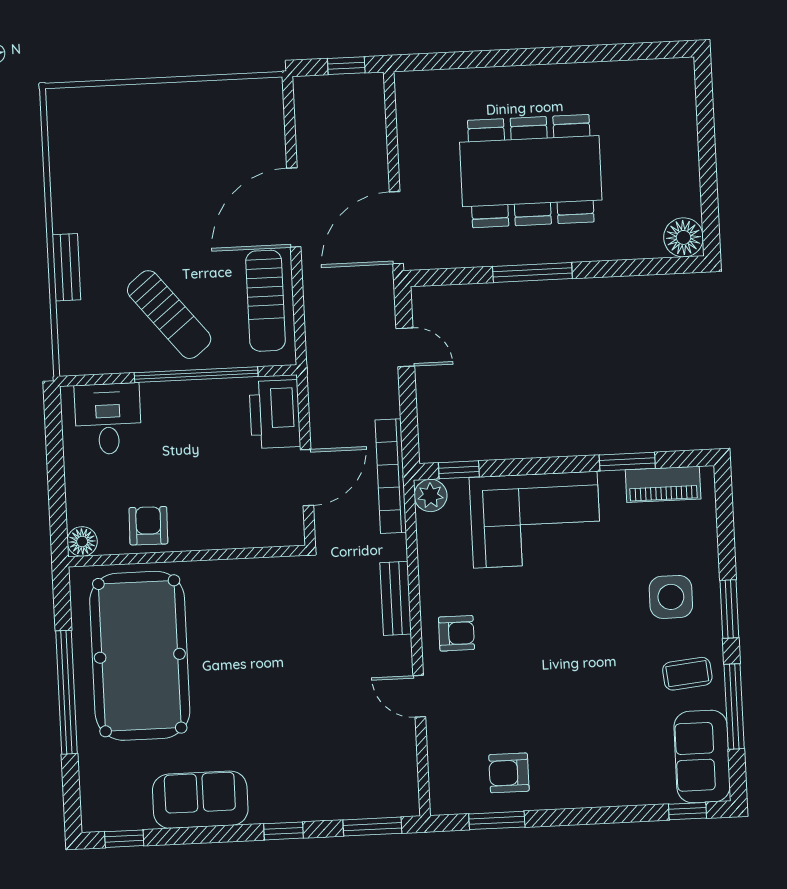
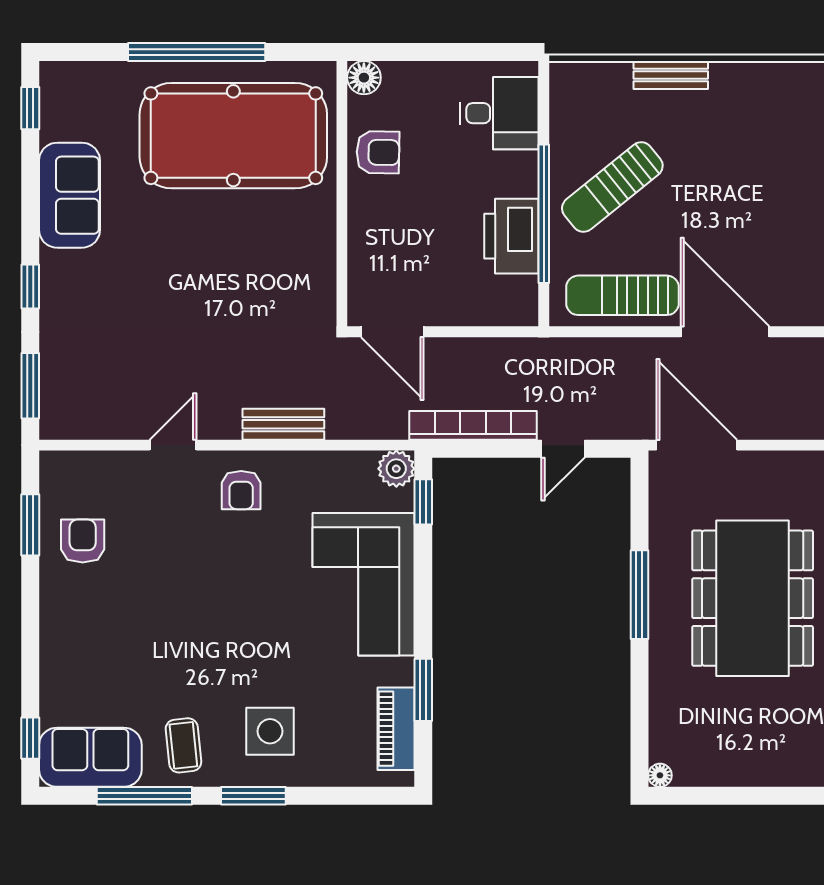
floor lamp: (683, 237) -> (660, 775), width x0.53, depth x0.53
printer: (275, 414) -> (511, 236), moved, turned -90
bookcase: (391, 476) -> (473, 425), moved
door: (307, 478) -> (392, 332), moved

